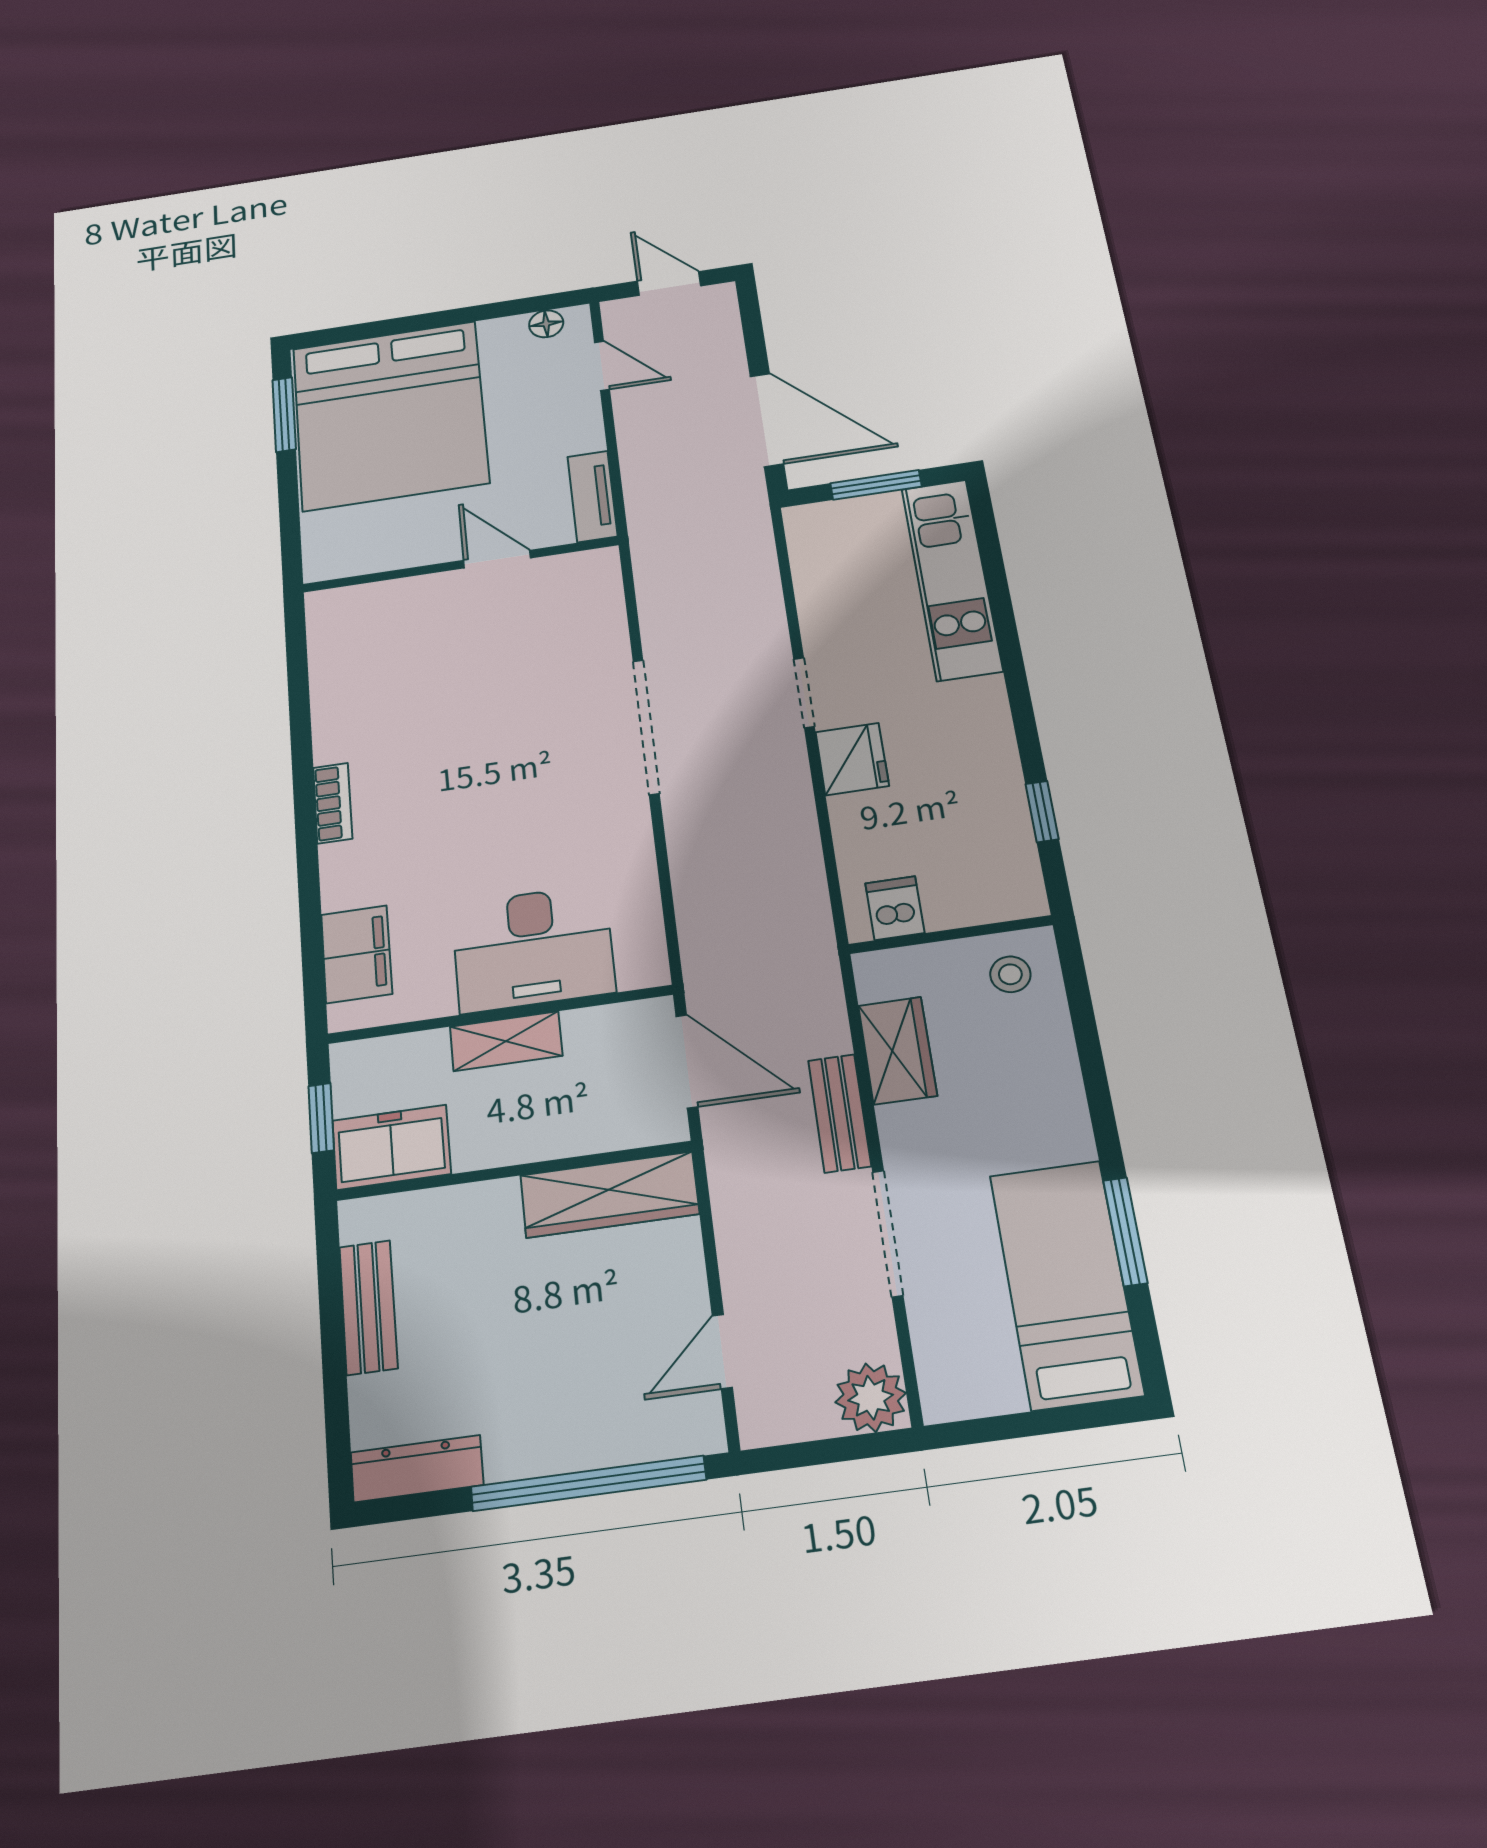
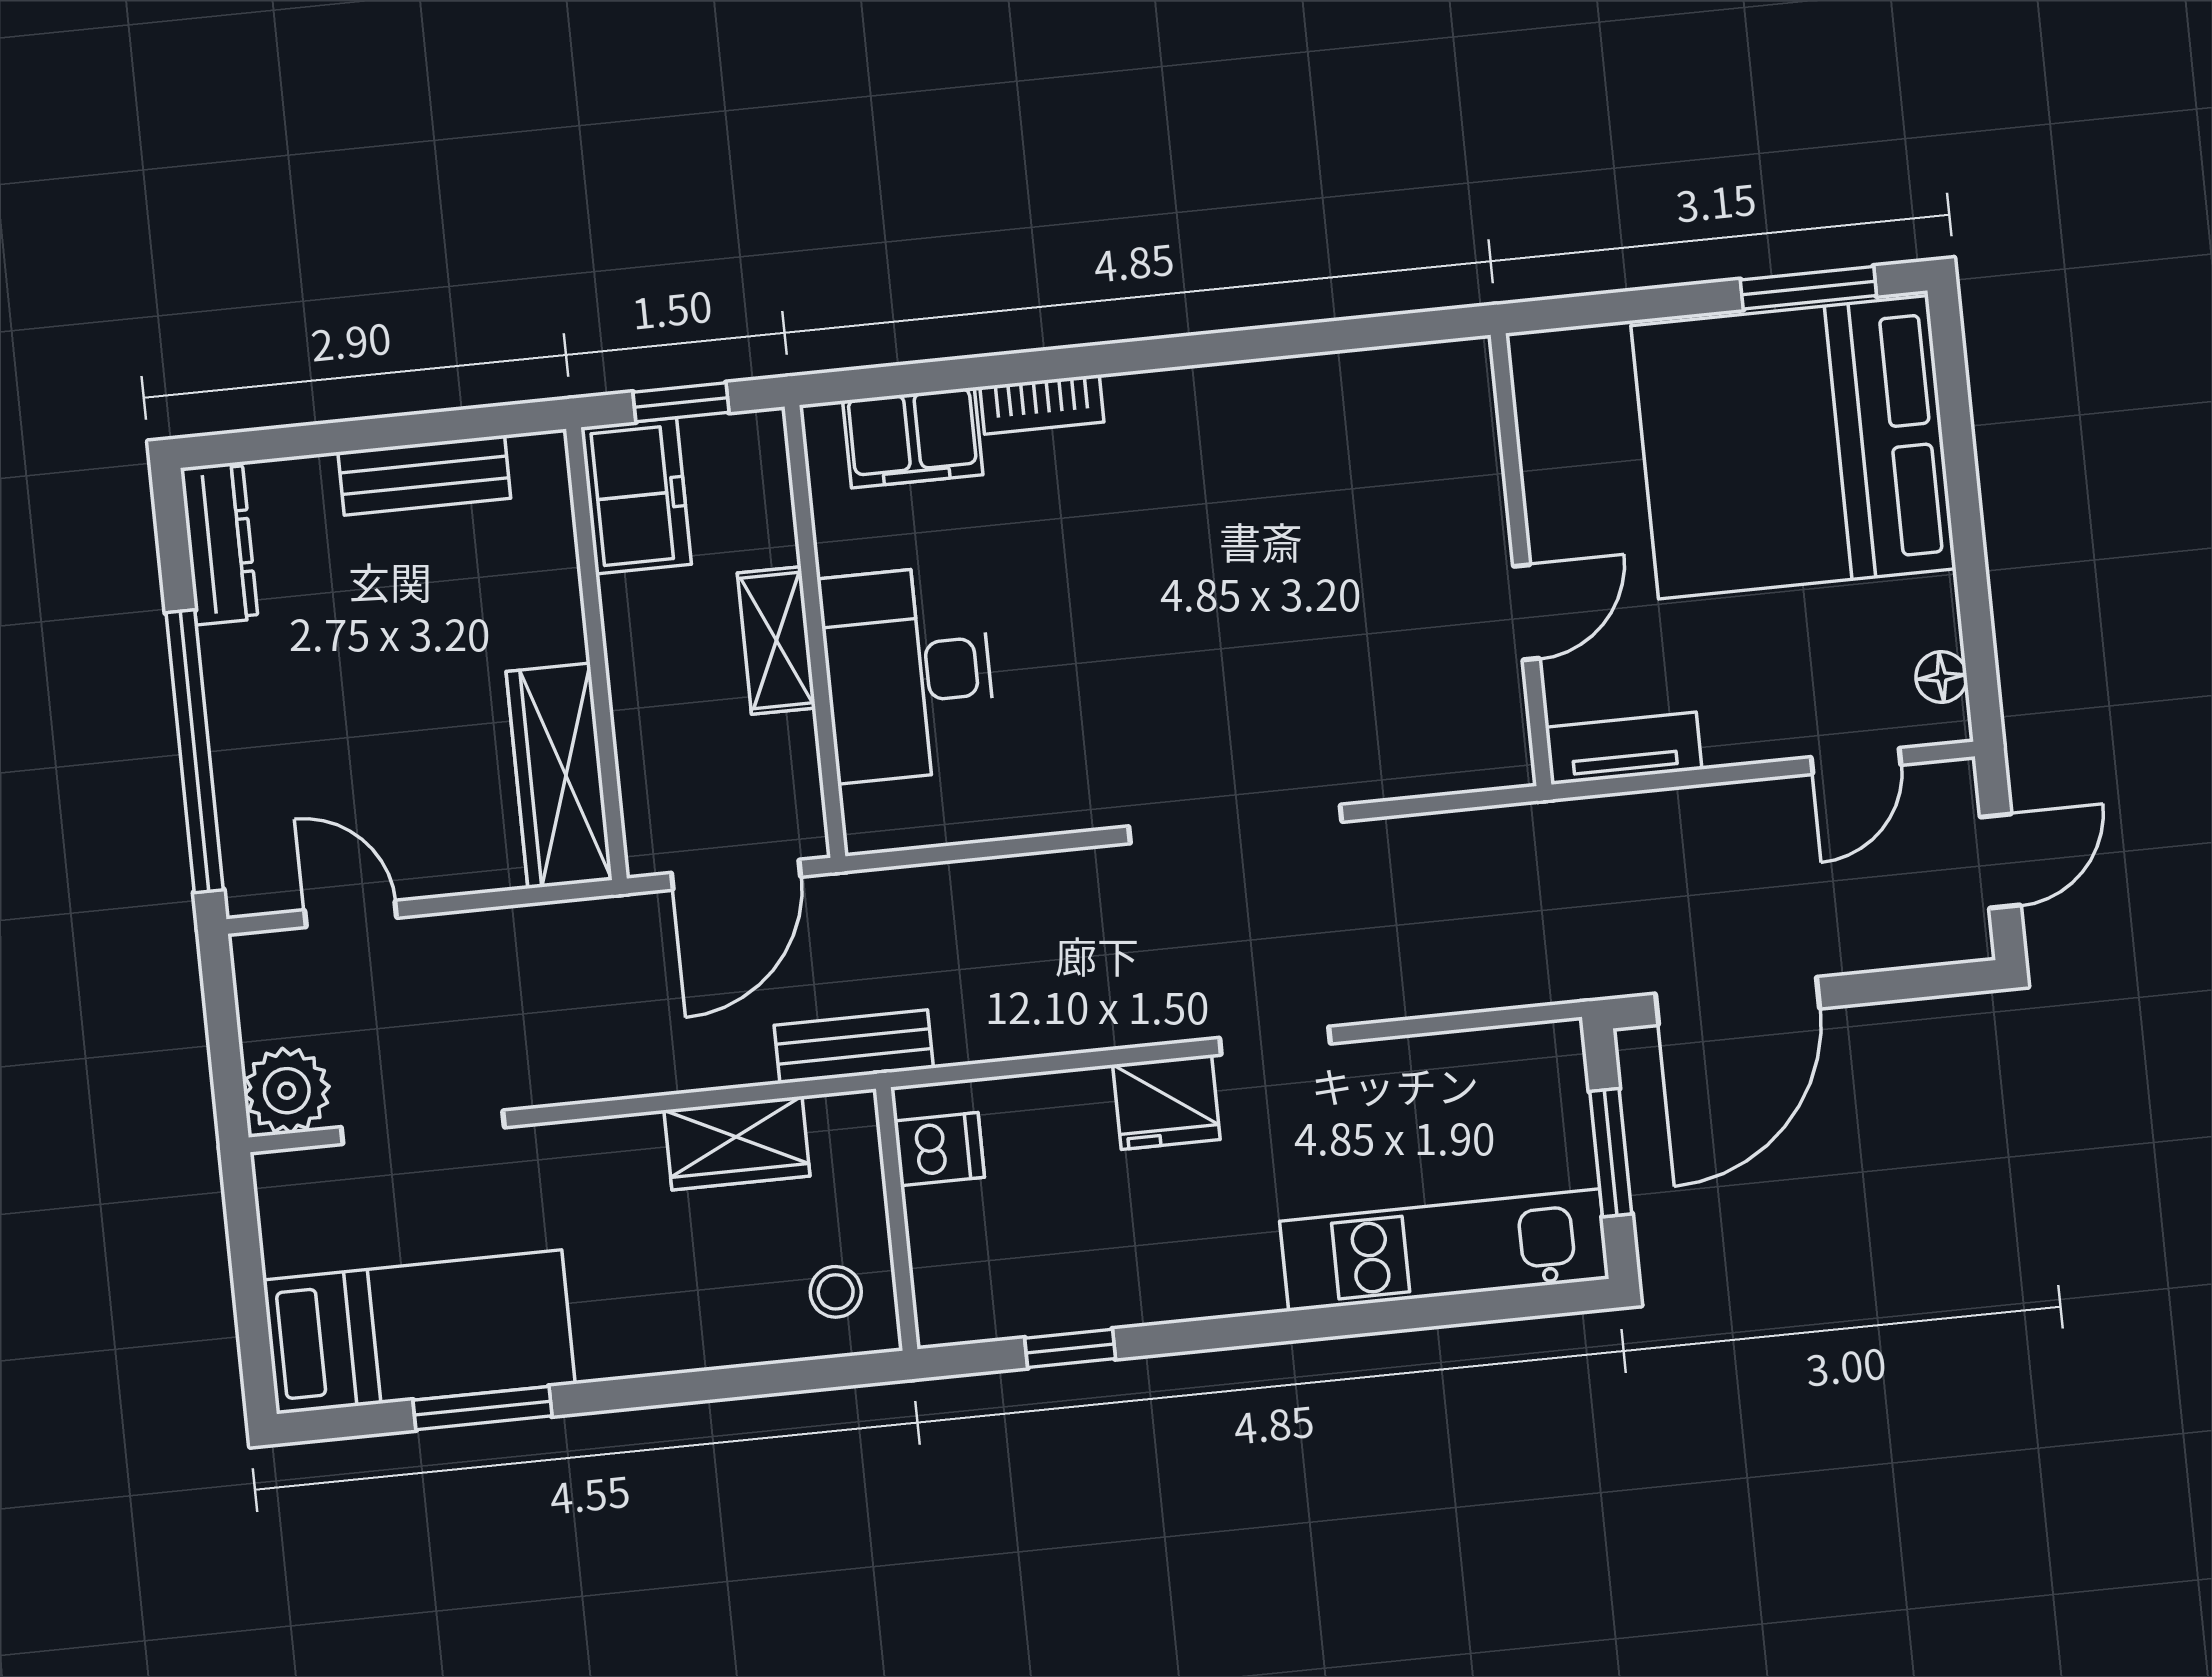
bookcase: (333, 803) -> (1042, 404), moved
bench: (840, 1113) -> (854, 1047), moved
doorway: (888, 1233) -> (423, 1127), moved

